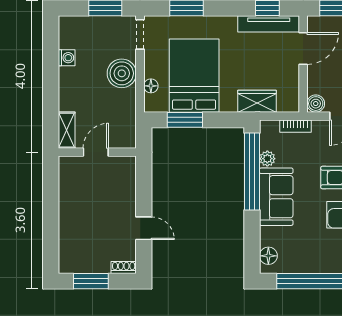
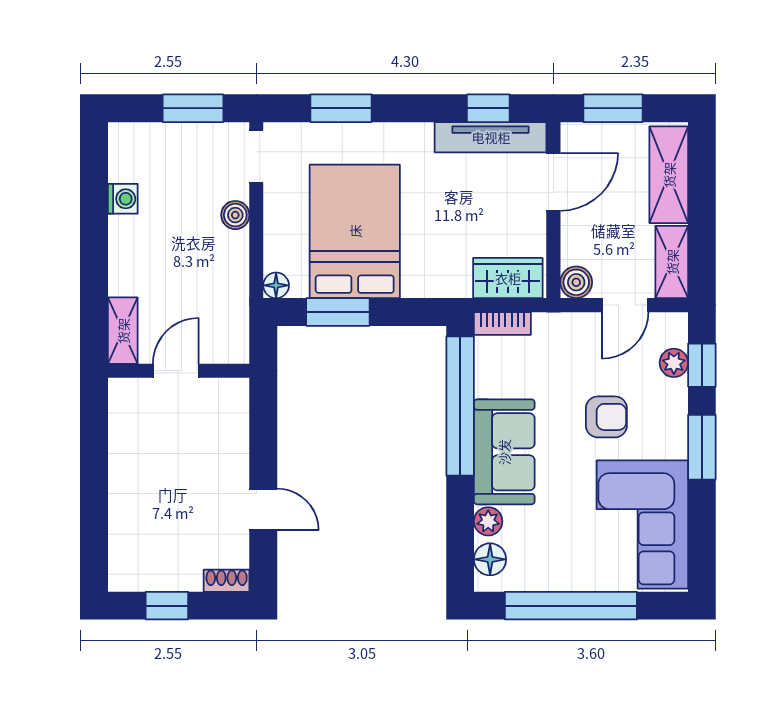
boiler: (122, 73) -> (235, 215), width x0.54, depth x0.54
floor lamp: (151, 86) -> (276, 285), moved
wardrobe: (257, 101) -> (508, 278), moved
bookcase: (295, 126) -> (502, 323), moved
plant: (267, 159) -> (488, 521), moved
window: (91, 281) -> (167, 606), width x0.67

